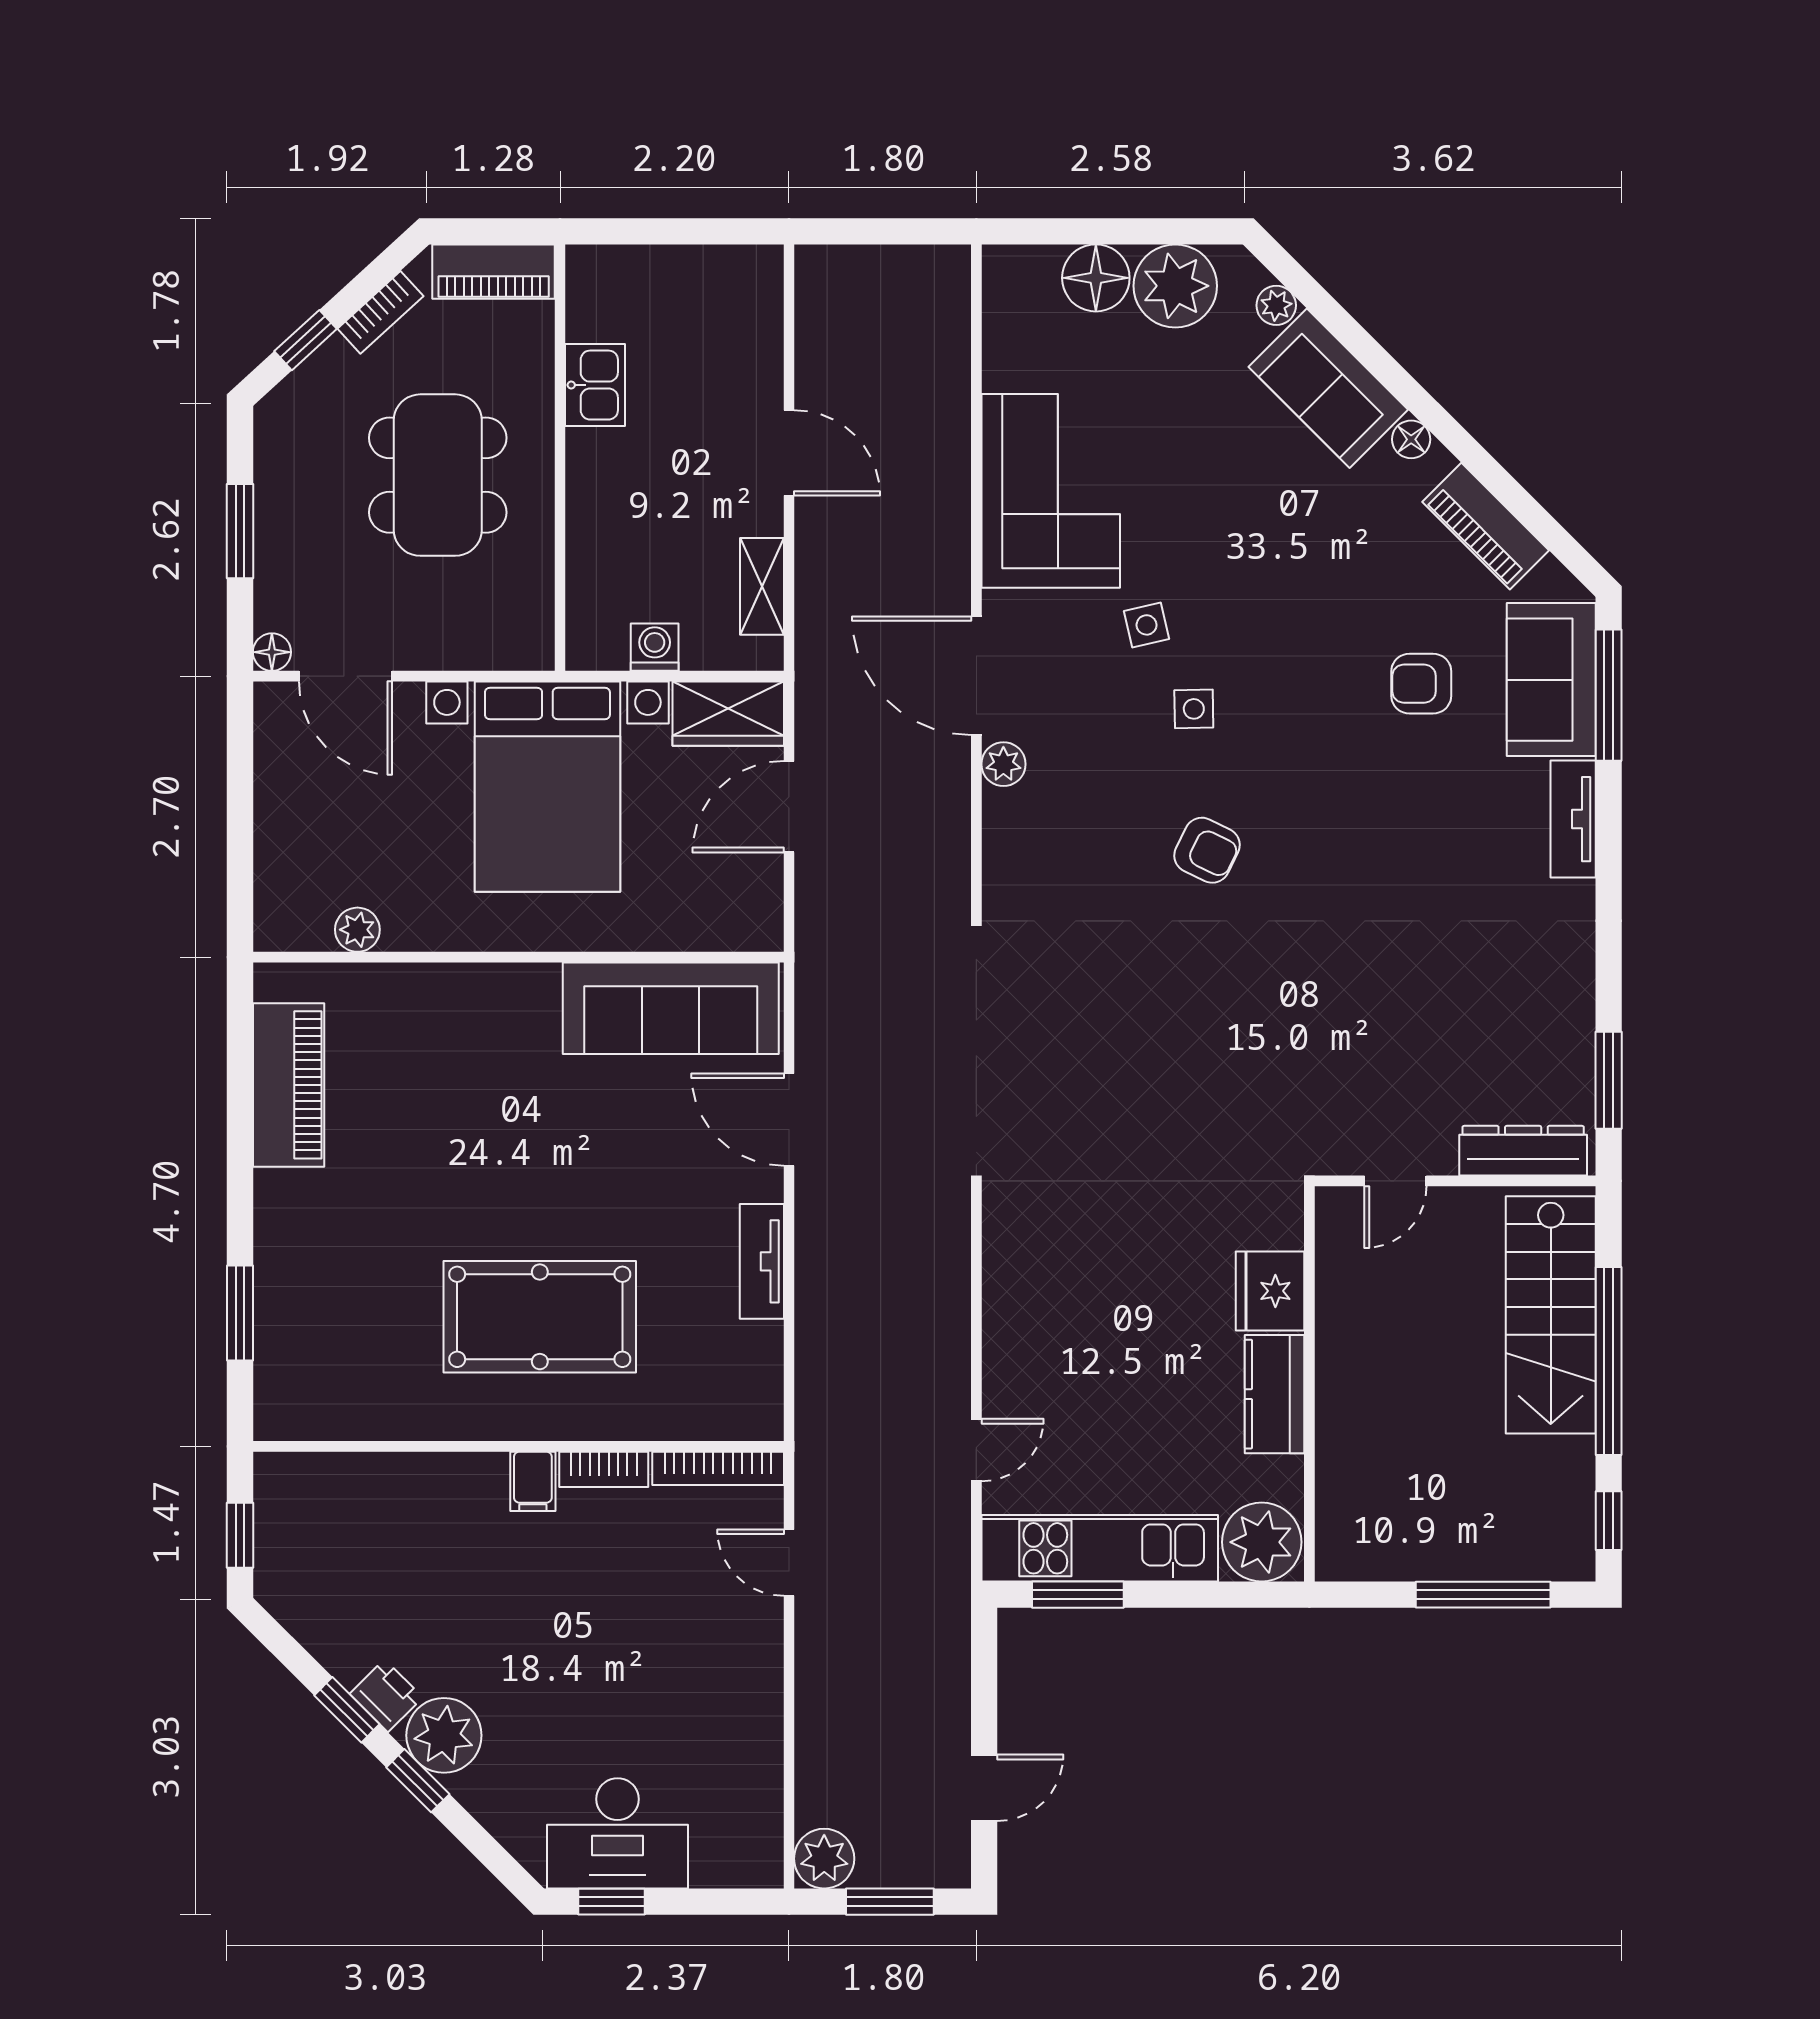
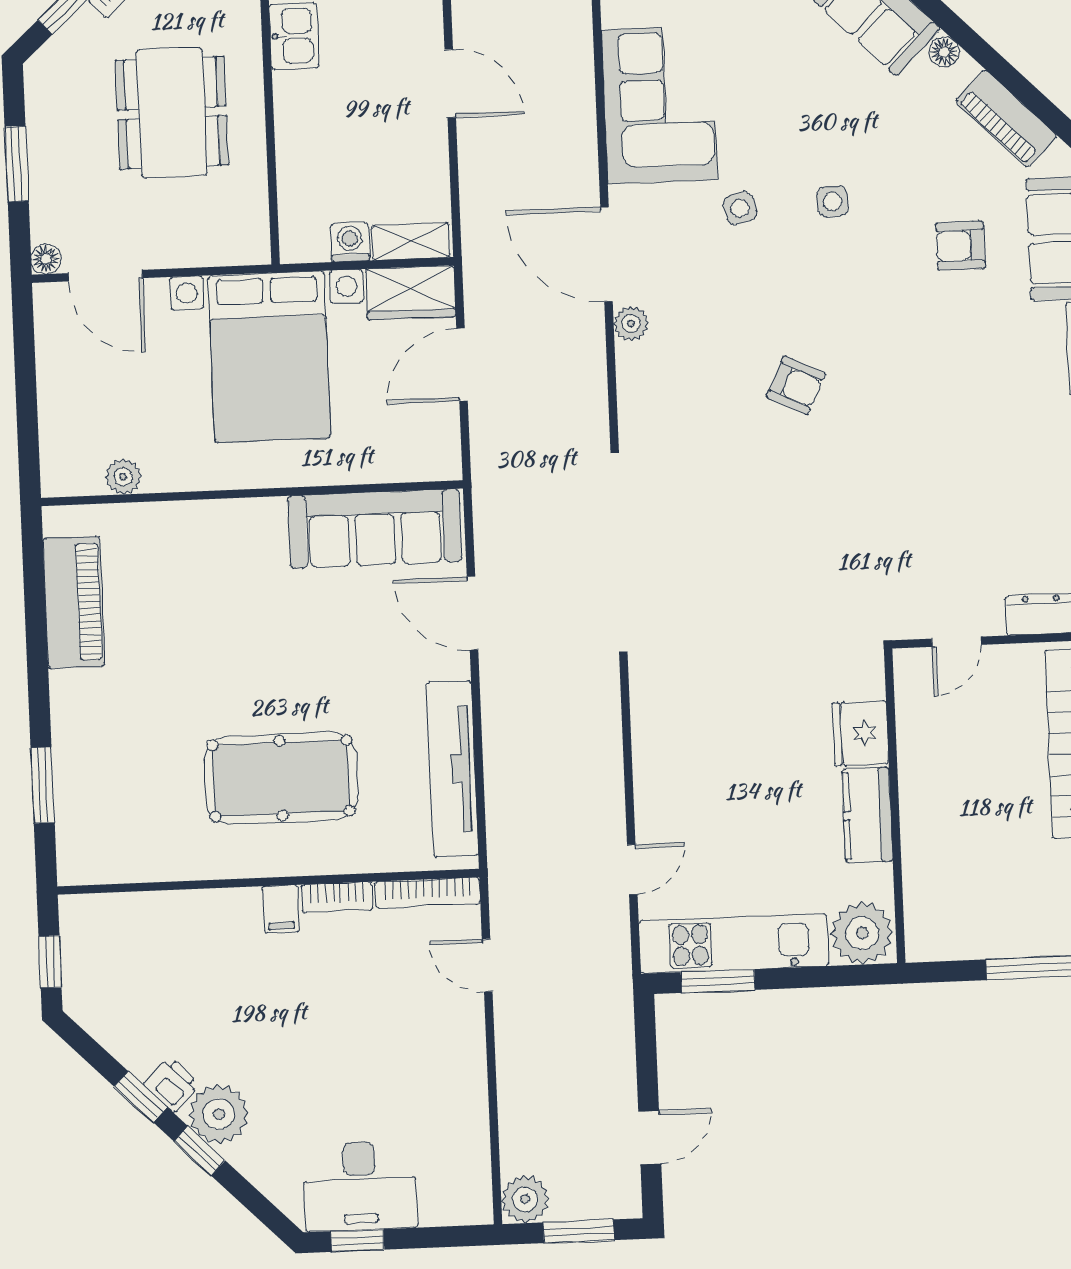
shelving: (762, 586) -> (411, 241), moved, turned 90
side table: (1194, 709) -> (833, 201), moved
tv unit: (762, 1261) -> (452, 769), width x1.92, depth x1.29

